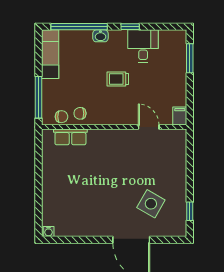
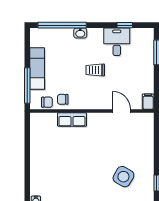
window: (130, 27) -> (125, 25), moved
exam couch: (50, 54) -> (37, 69), moved
row of seats: (70, 137) -> (72, 119), moved

